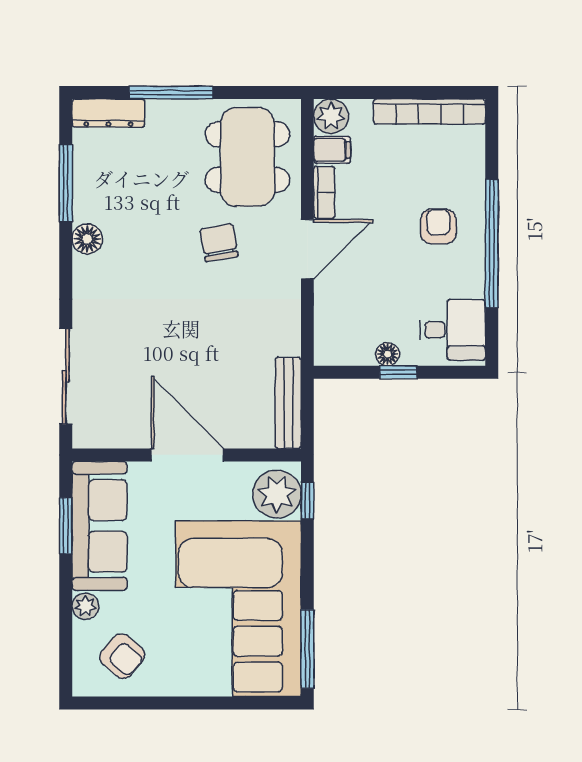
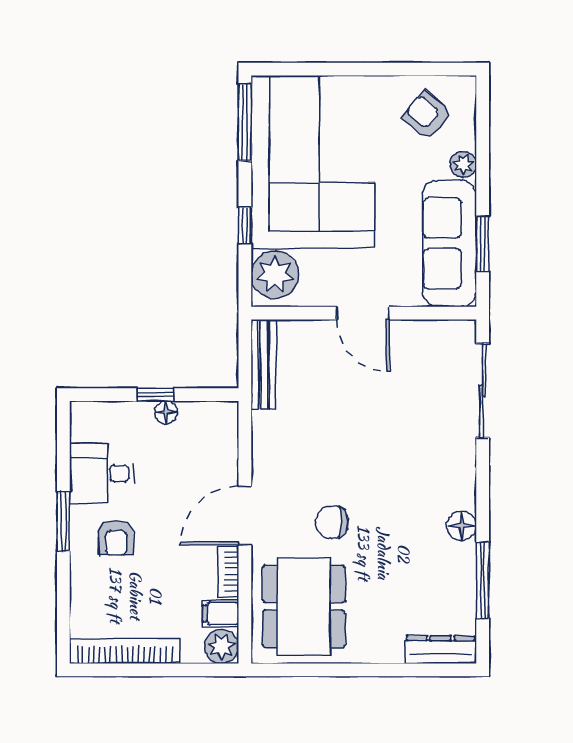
window: (171, 93) -> (379, 670), removed
chair: (219, 243) -> (332, 522), turned 100
window: (492, 243) -> (63, 521), width x0.47
desk: (453, 330) -> (102, 473), moved
door: (187, 455) -> (363, 313), width x0.73
window: (307, 500) -> (245, 225), moved

